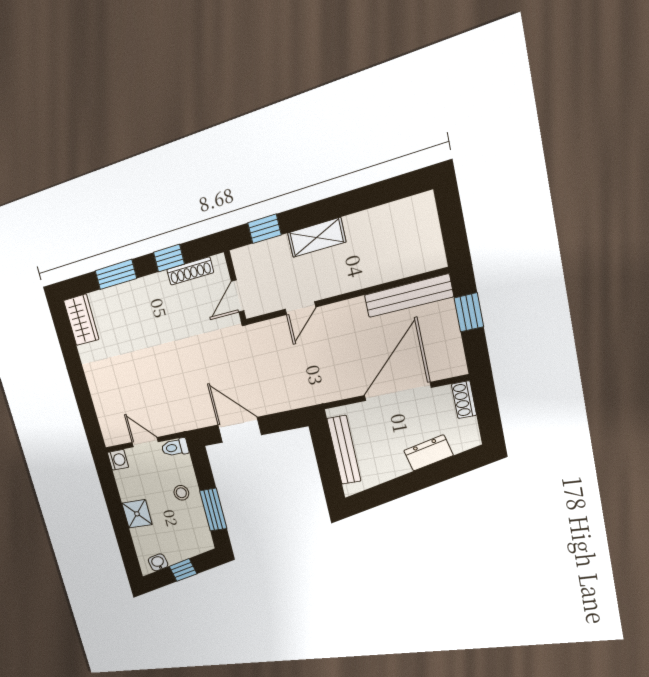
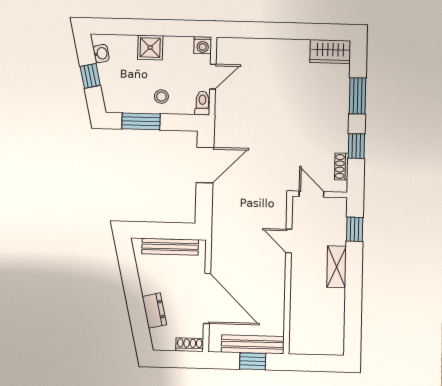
shoe rack: (190, 271) -> (341, 167), width x0.70
bench: (408, 296) -> (253, 344), moved, turned 90

